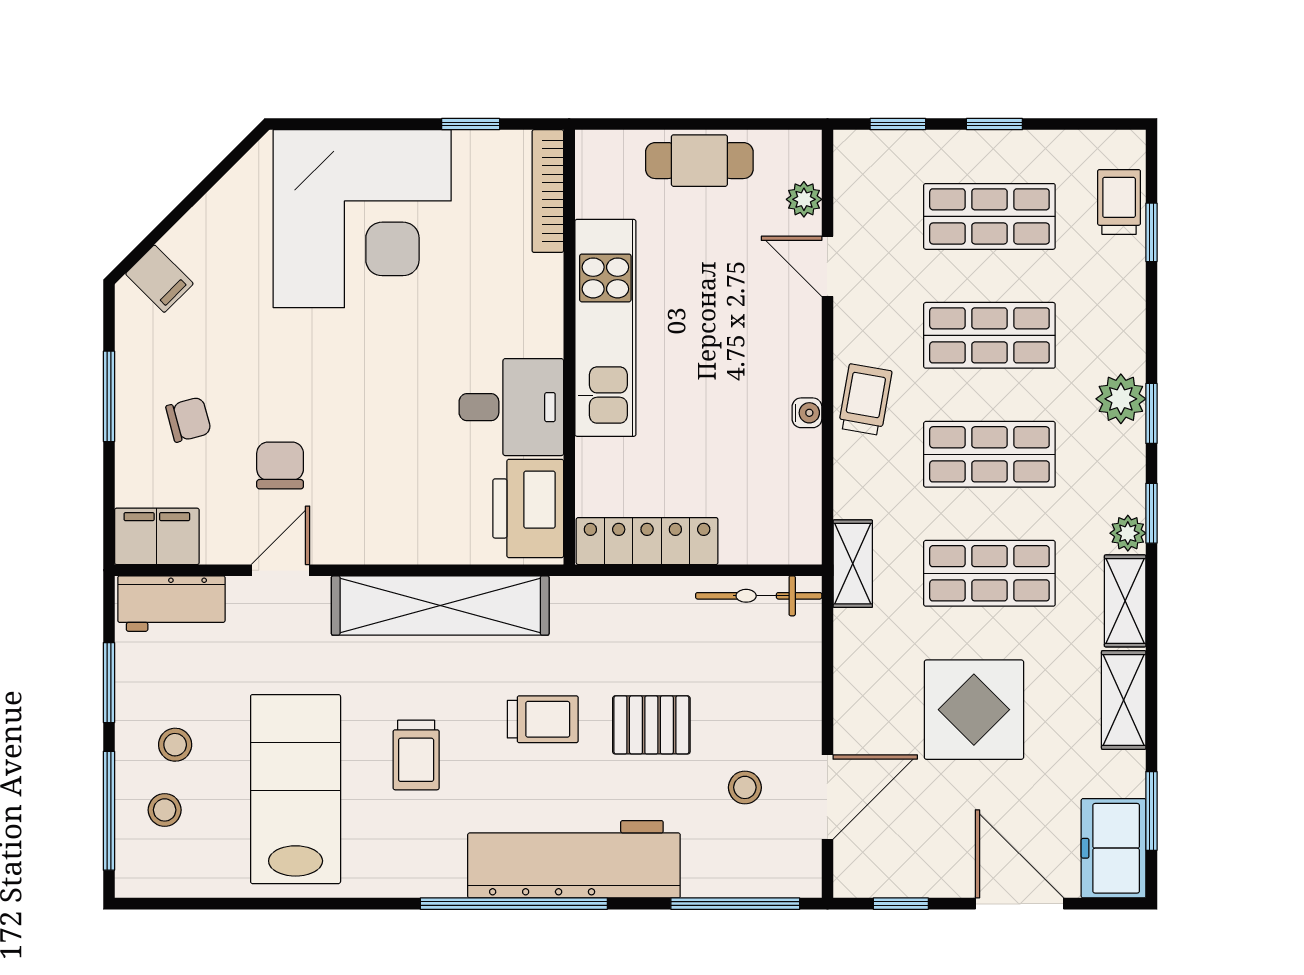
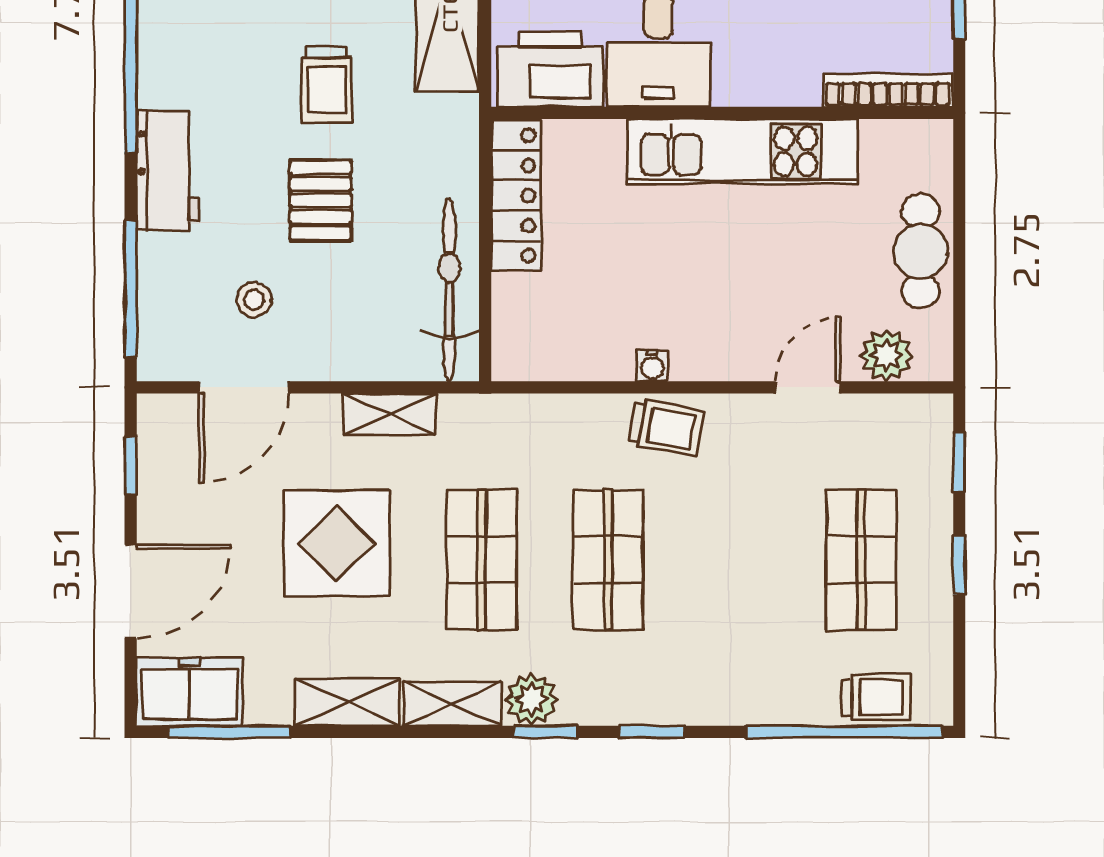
plant: (804, 199) -> (886, 355), width x1.38, depth x1.38
window: (1151, 232) -> (844, 732), width x3.17
shop shelf: (989, 335) -> (735, 560), removed
plant: (1121, 399) -> (667, 699), removed
plant: (1128, 533) -> (532, 700), width x1.38, depth x1.38
shelving: (853, 564) -> (389, 414), moved
bicycle: (759, 596) -> (449, 290), width x1.37, depth x1.40
door: (827, 797) -> (244, 387), hinge flipped
window: (1151, 811) -> (229, 732), width x1.44
workbench: (574, 859) -> (168, 171), width x0.53, depth x0.76

